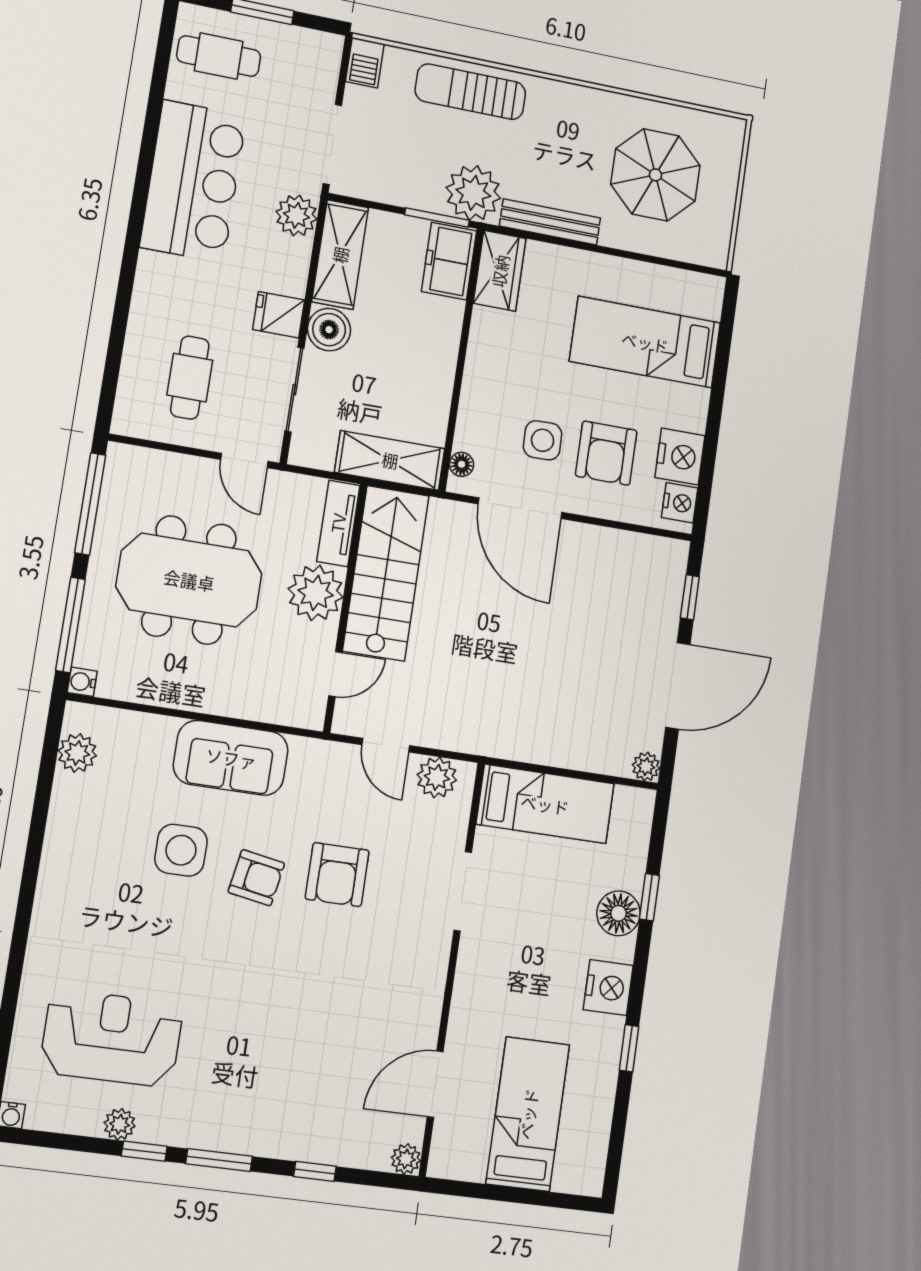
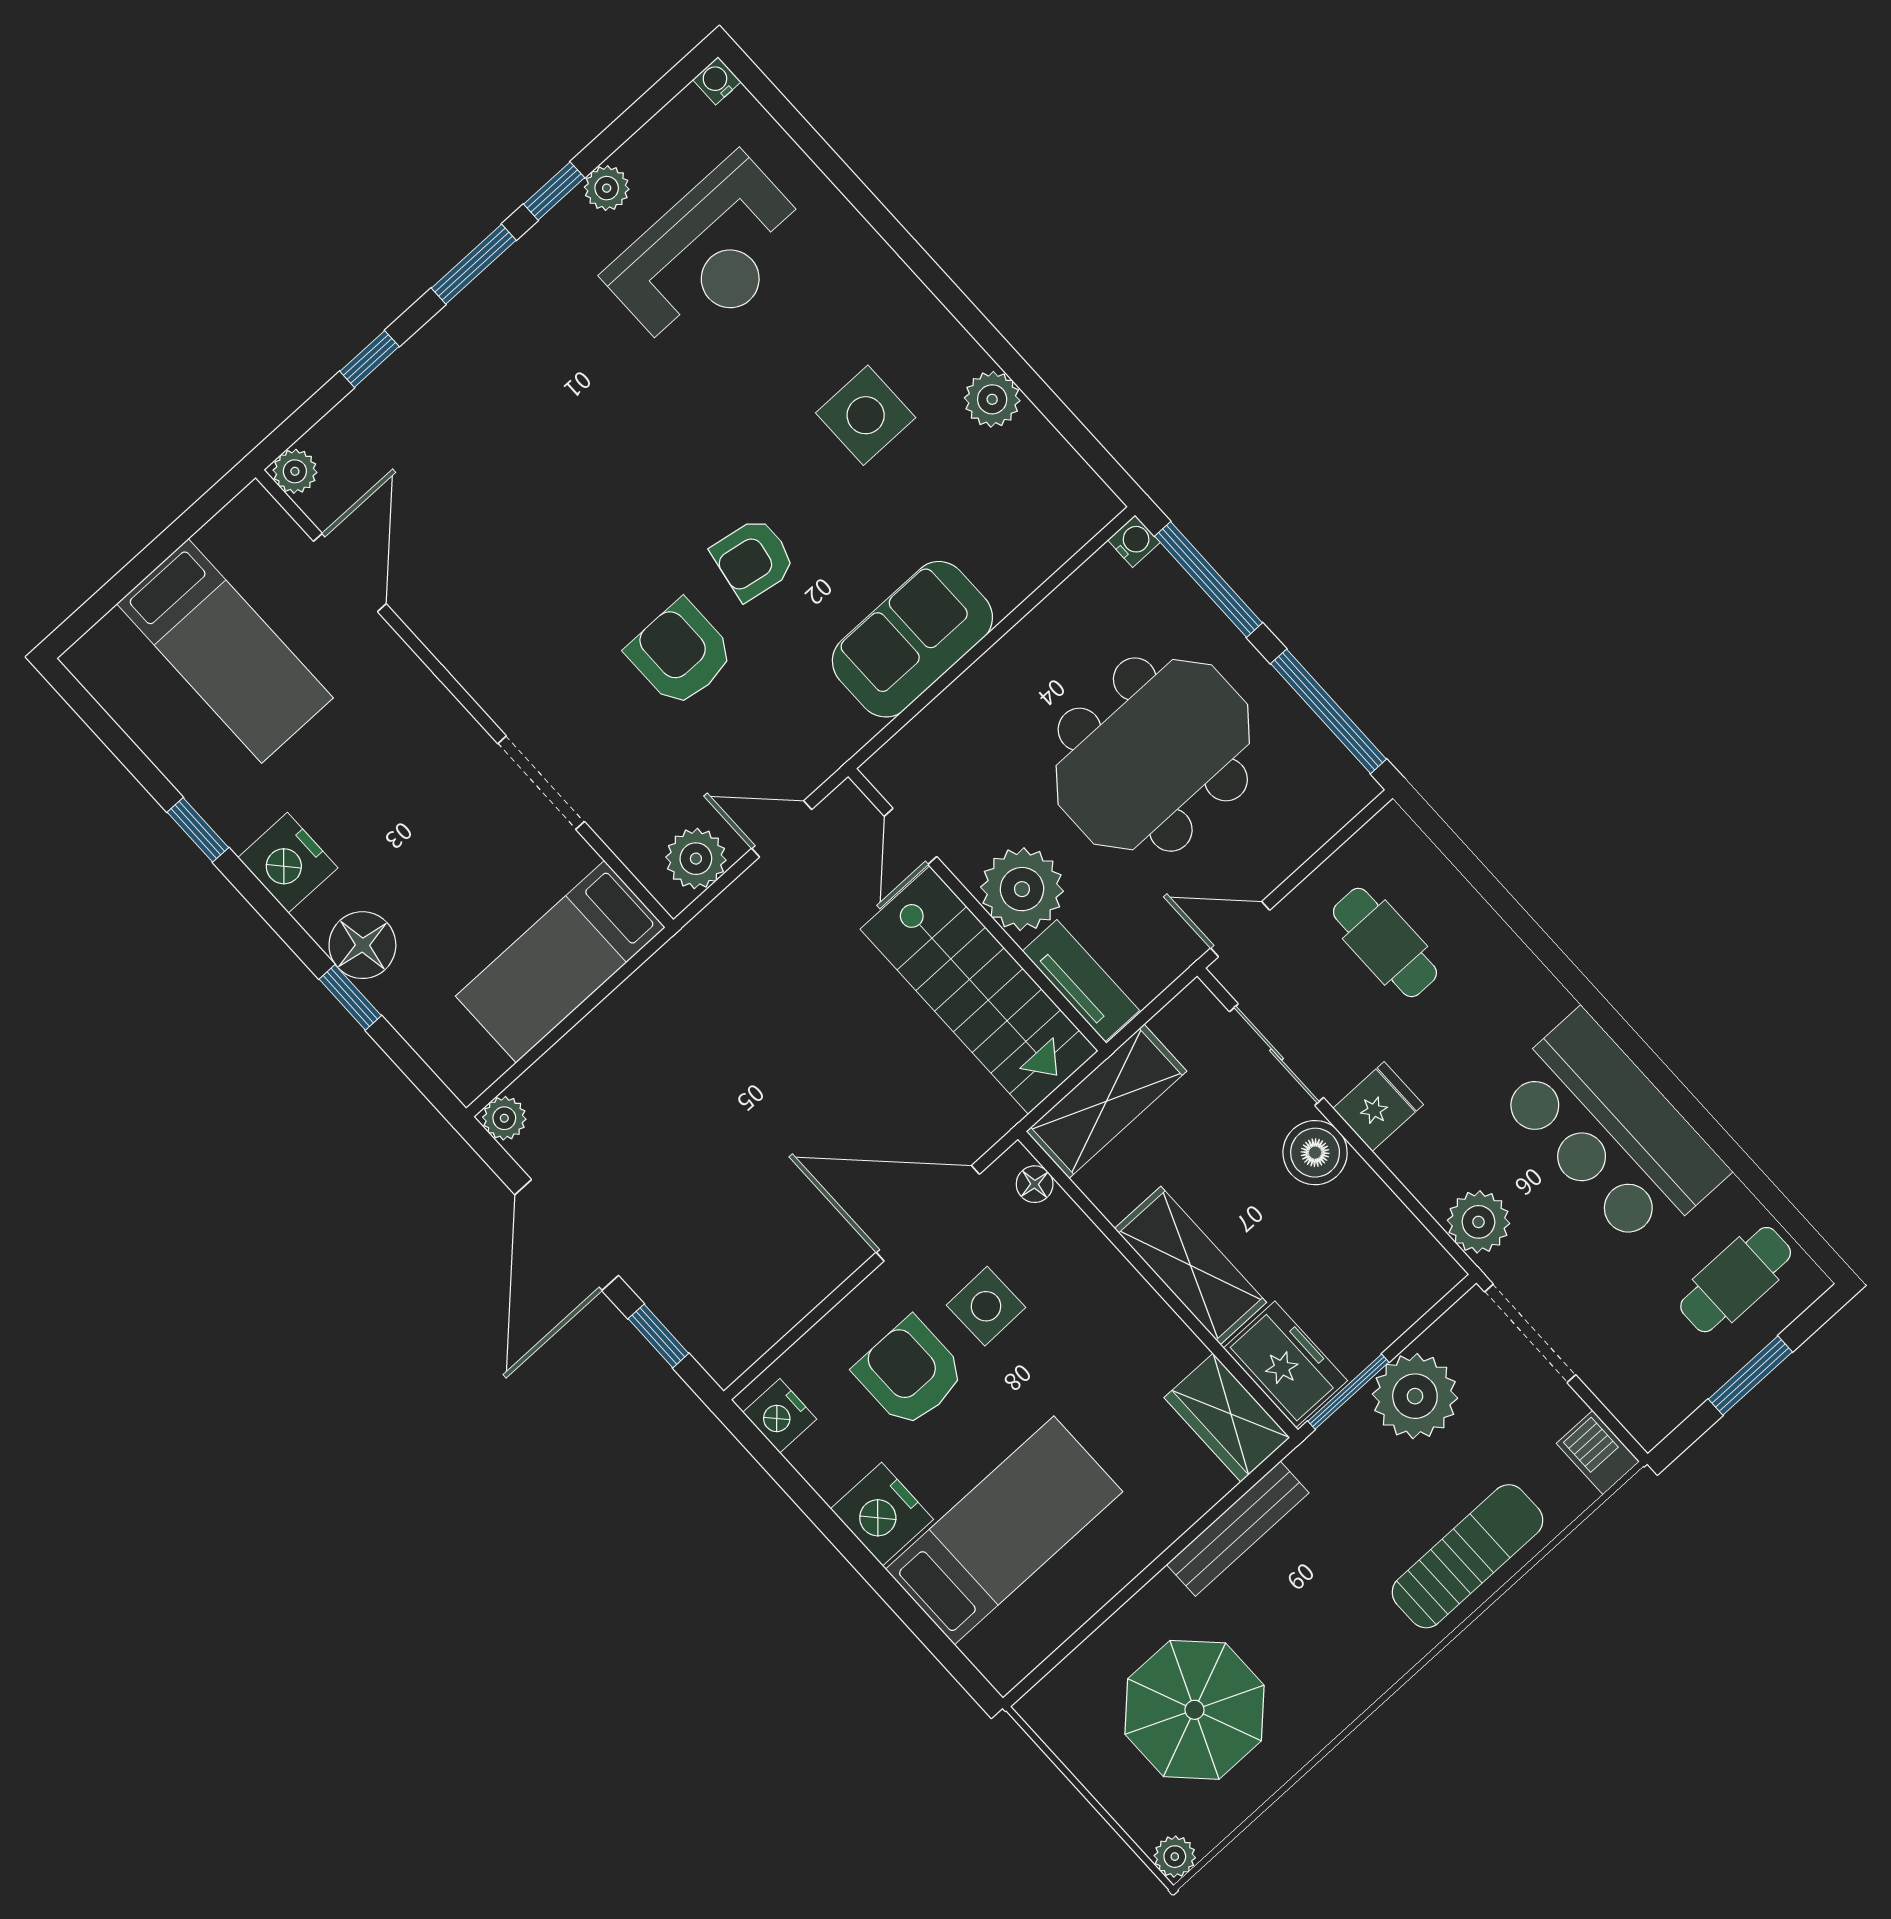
plant: (733, 130) -> (1175, 1857), added
plant: (473, 193) -> (1415, 1396), moved
shelving: (340, 255) -> (1190, 1265), moved
nightstand: (680, 457) -> (882, 1514), moved
plant: (77, 753) -> (992, 399), moved
side table: (181, 850) -> (866, 415), moved

